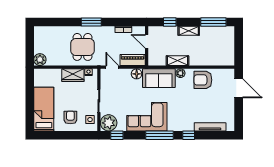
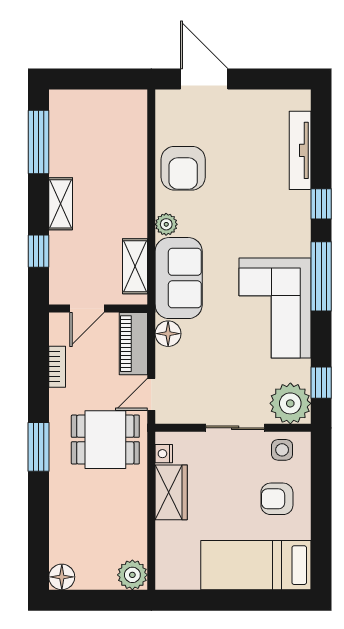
floor lamp: (39, 31) -> (62, 577), added
dining table: (82, 47) -> (105, 440), moved
shelving: (177, 61) -> (135, 266), moved
door: (239, 88) -> (204, 79), hinge flipped

